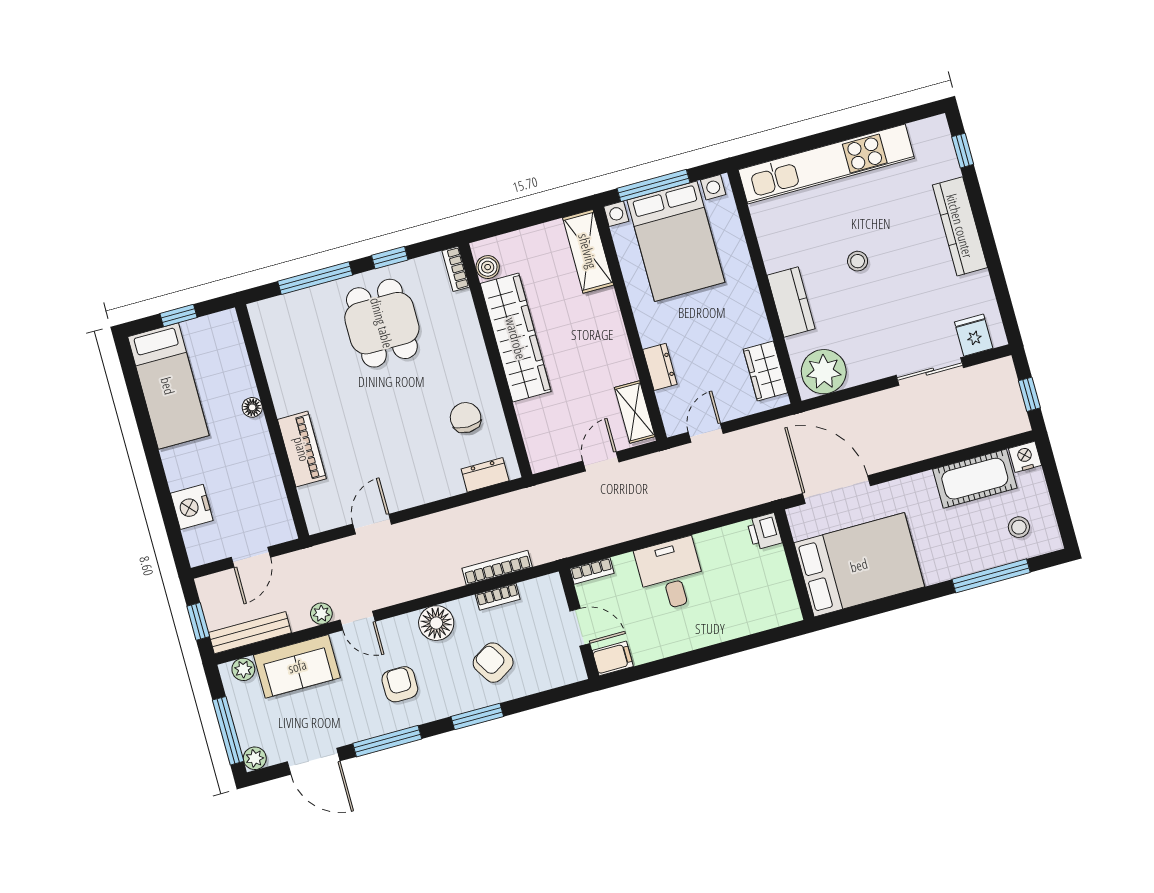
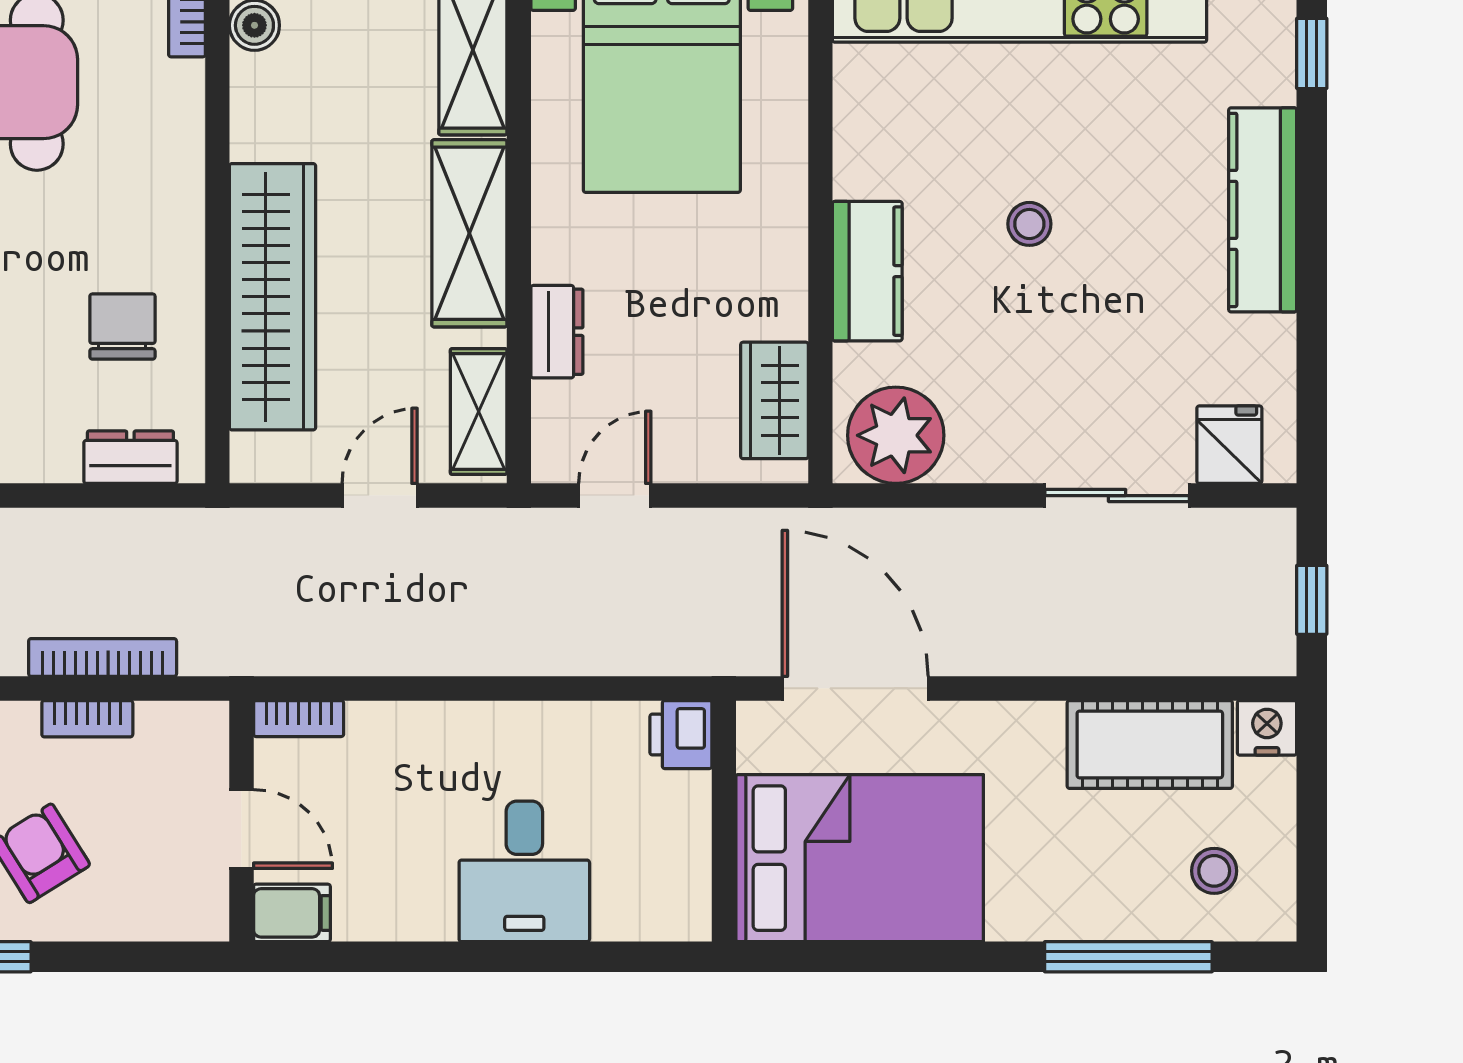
shelving: (609, 334) -> (469, 233), added
wardrobe: (516, 338) -> (273, 297), moved
desk: (671, 574) -> (524, 871), moved, turned 180

